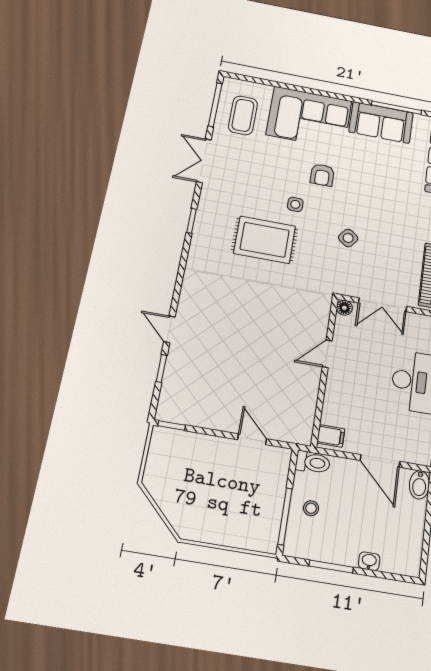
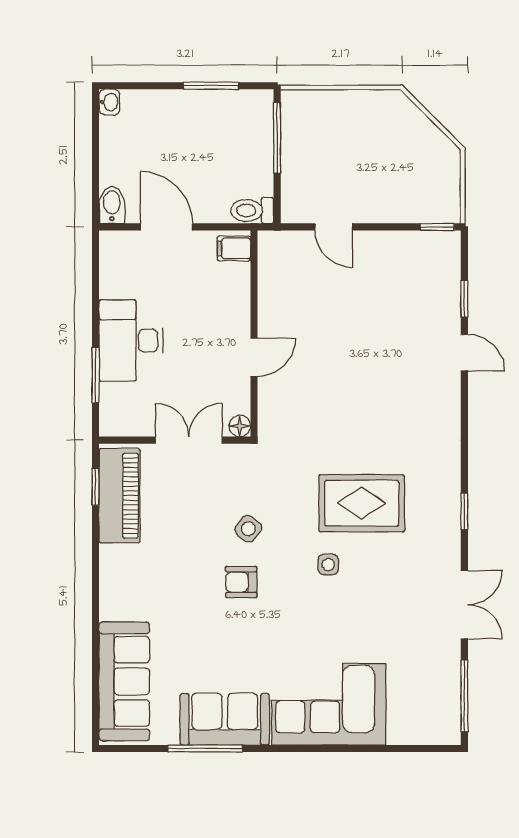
coffee table: (243, 115) -> (423, 688), removed
armchair: (322, 175) -> (241, 582), moved, turned -90
stool: (311, 508) -> (246, 153), removed
washbasin: (369, 561) -> (109, 102), moved, turned -90

